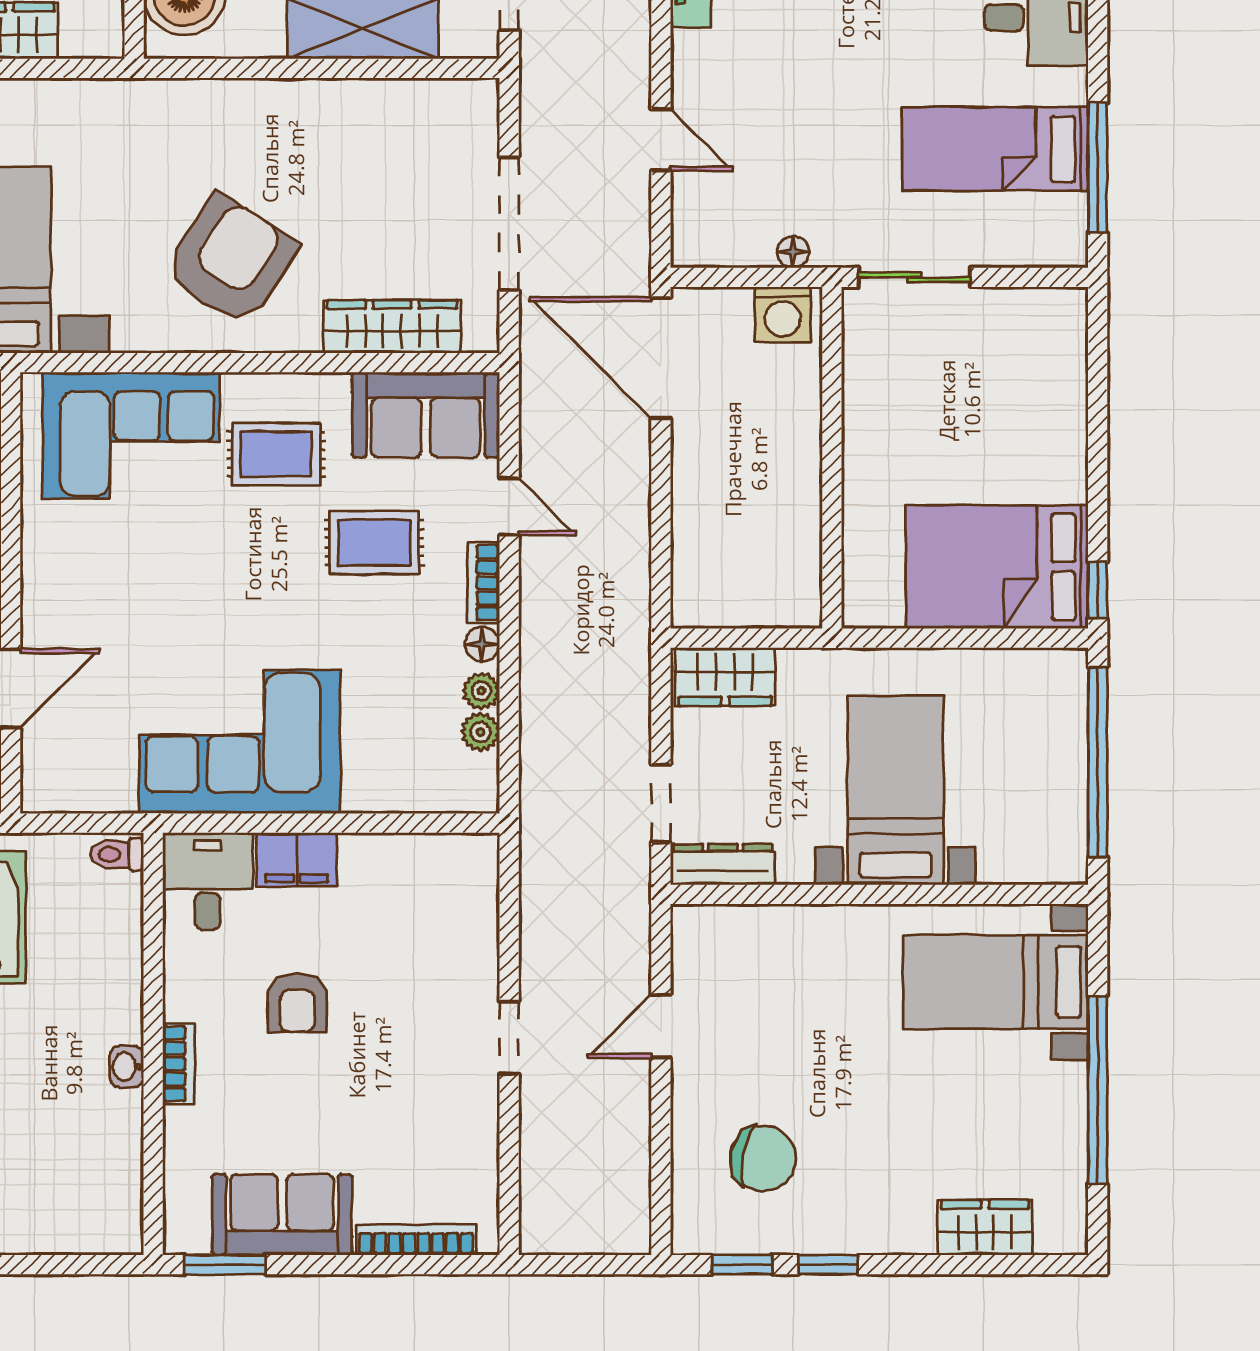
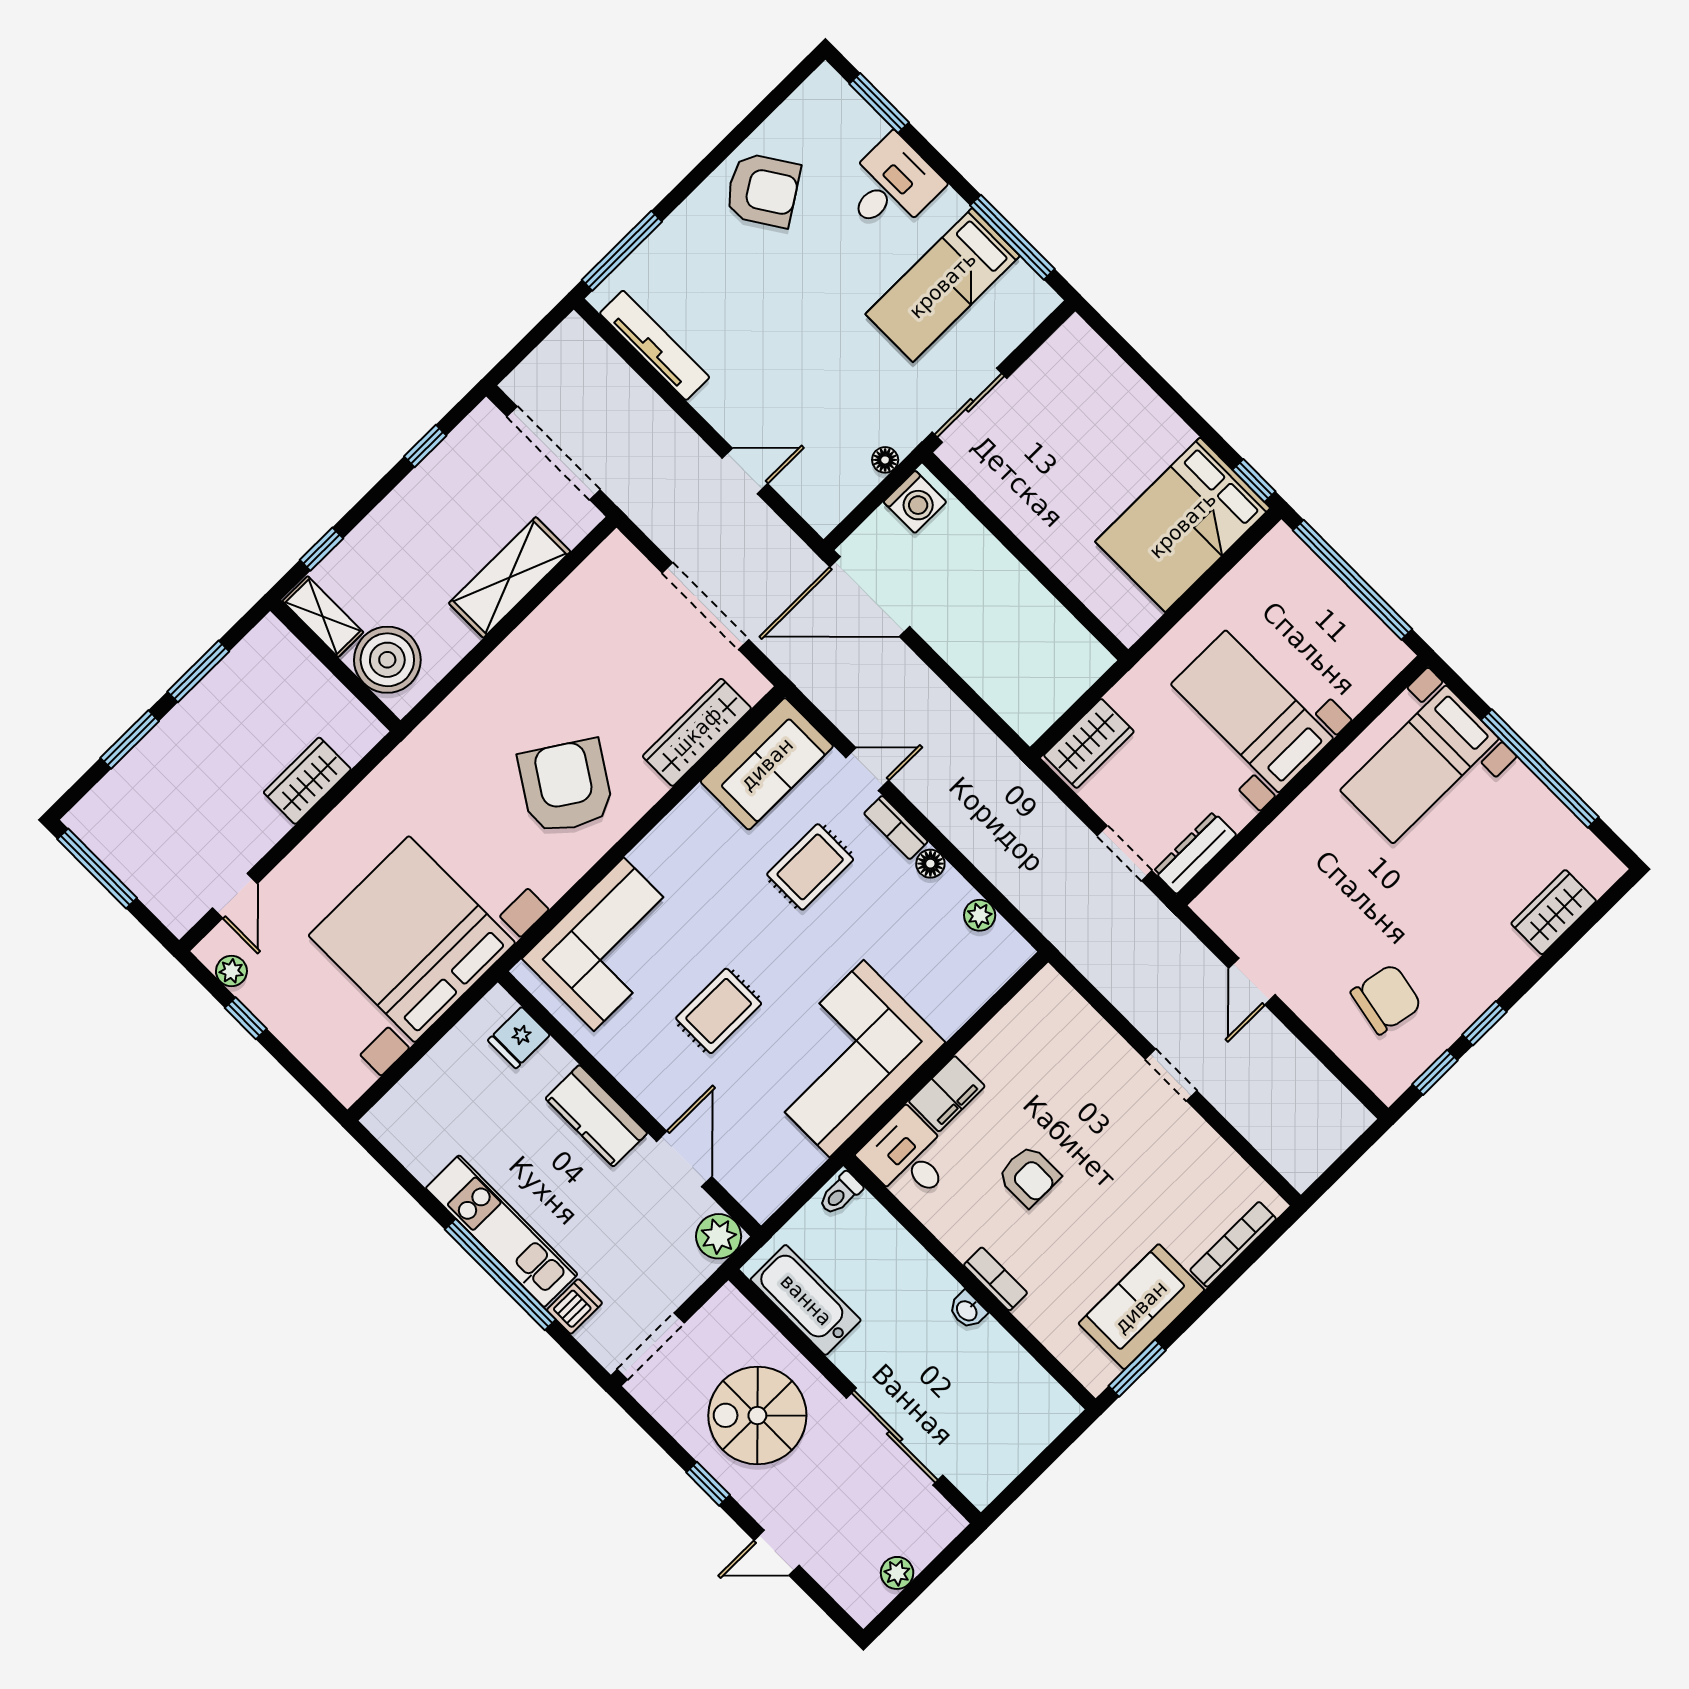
rug: (276, 454) -> (719, 1011), moved
plant: (481, 691) -> (957, 891), removed

